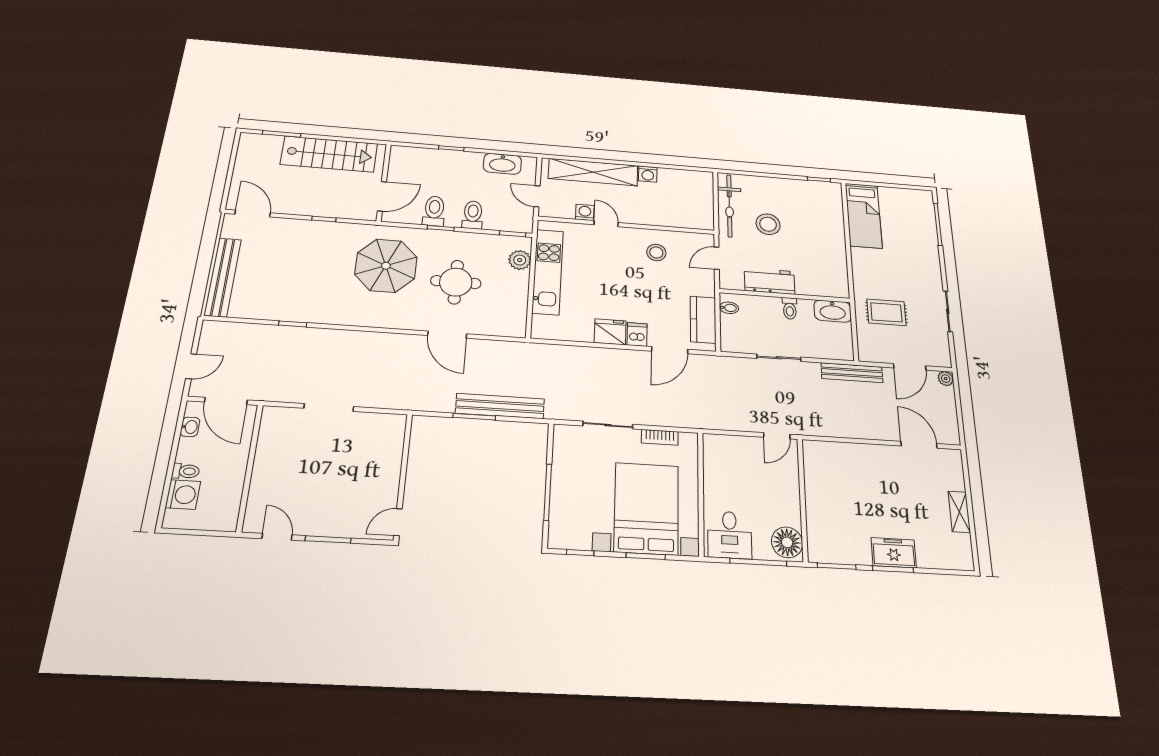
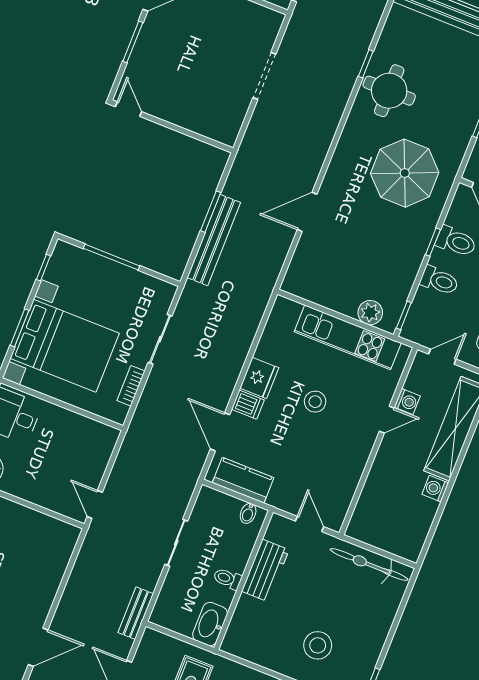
stool: (768, 224) -> (318, 645), moved
stool: (656, 252) -> (315, 402), moved
round table: (456, 282) -> (389, 91), moved
bench: (852, 373) -> (136, 613), width x0.73

